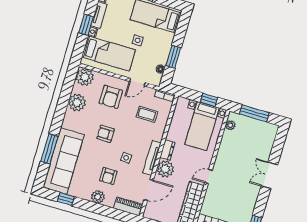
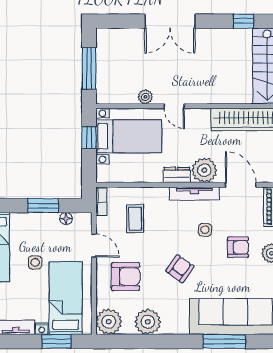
window: (86, 25) -> (56, 341), moved
plant: (230, 125) -> (145, 97), moved
armchair: (106, 134) -> (180, 269), turned -144
double door: (269, 175) -> (170, 21), width x1.37
door: (209, 177) -> (174, 106), moved

